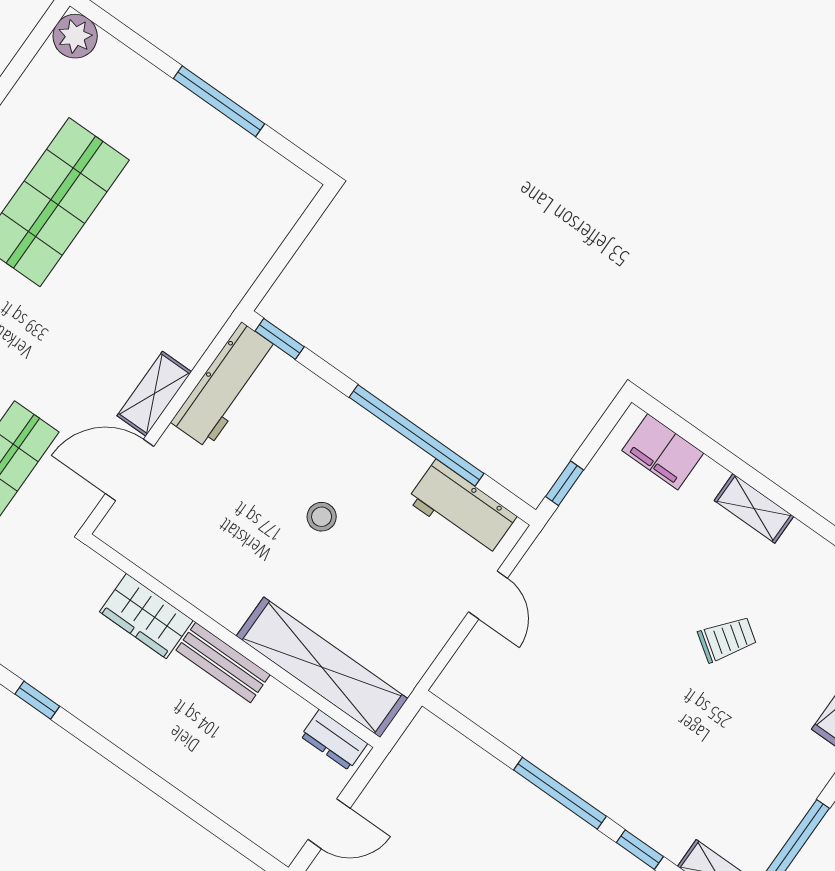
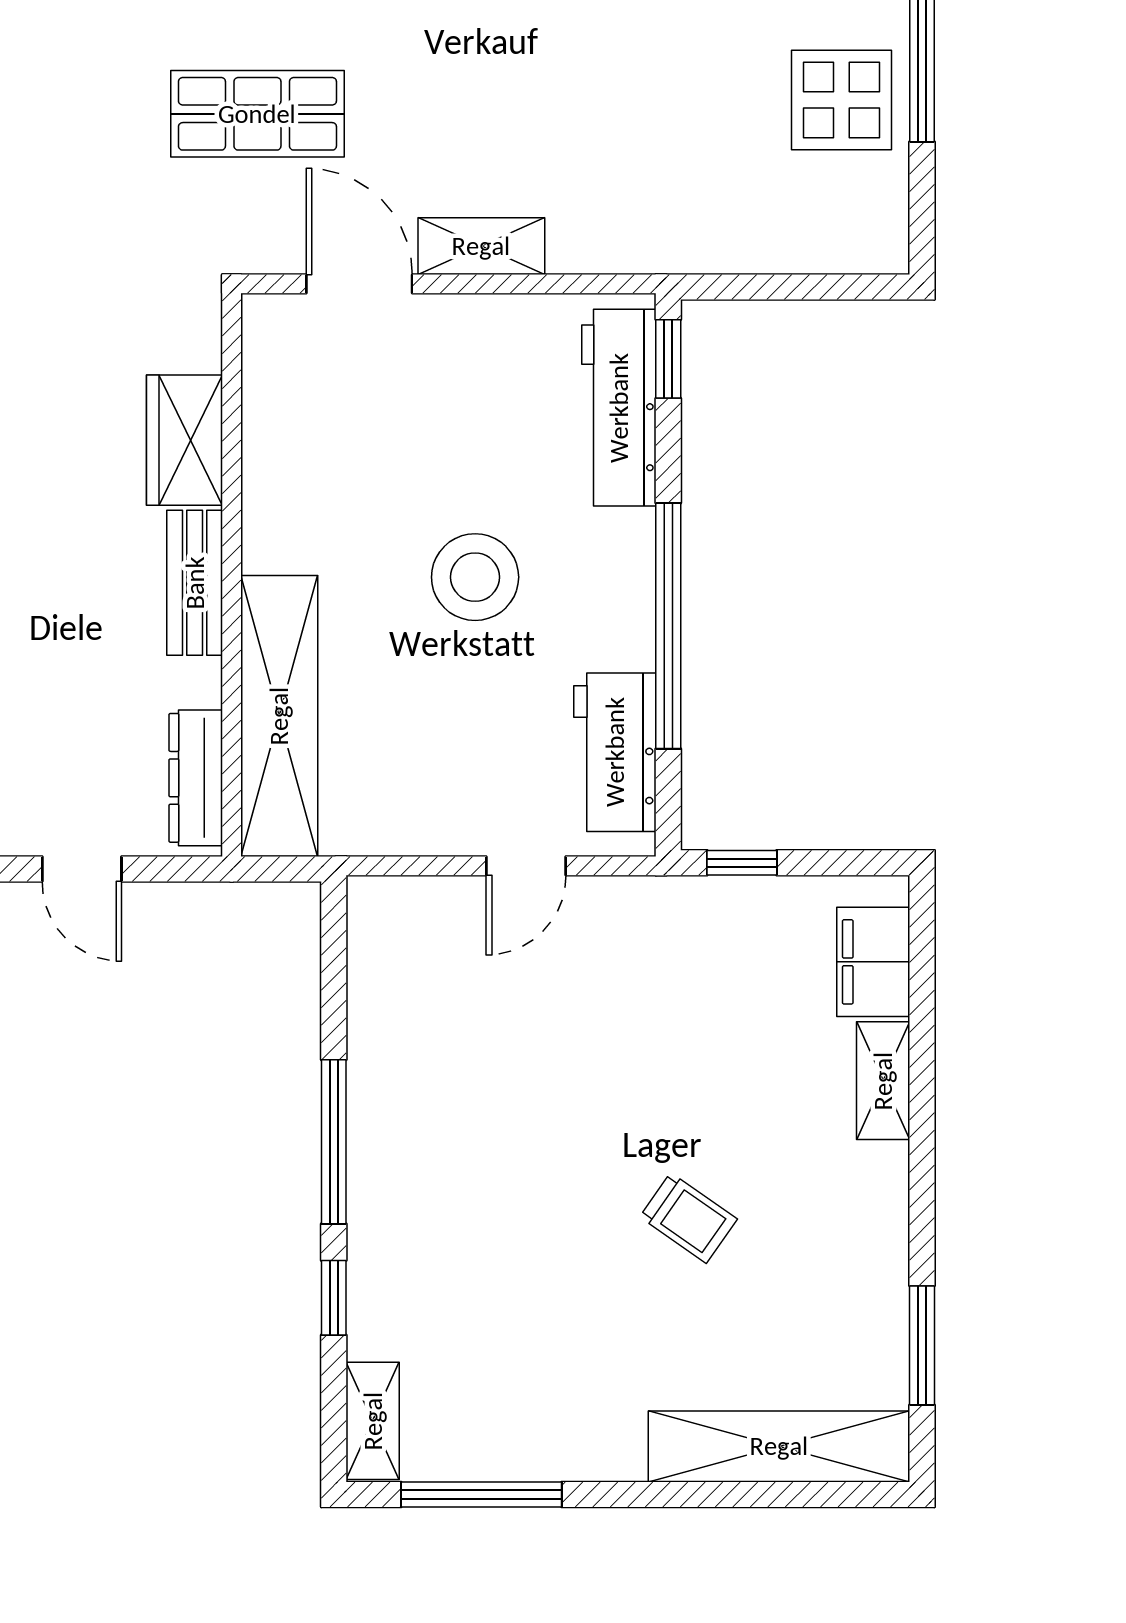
display table: (209, 156) -> (841, 100), added
workbench: (225, 385) -> (619, 408), moved, turned 90
shelving: (754, 508) -> (883, 1081), moved
stool: (322, 517) -> (475, 577), width x1.89, depth x1.89
dresser: (334, 740) -> (196, 778), width x1.44

